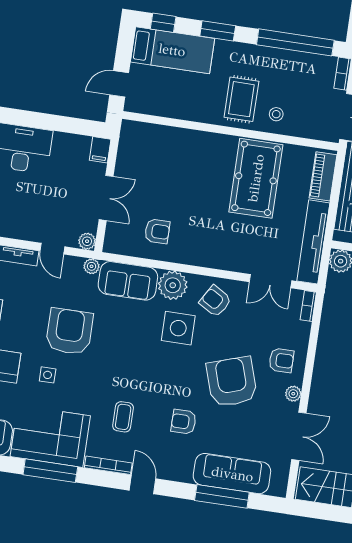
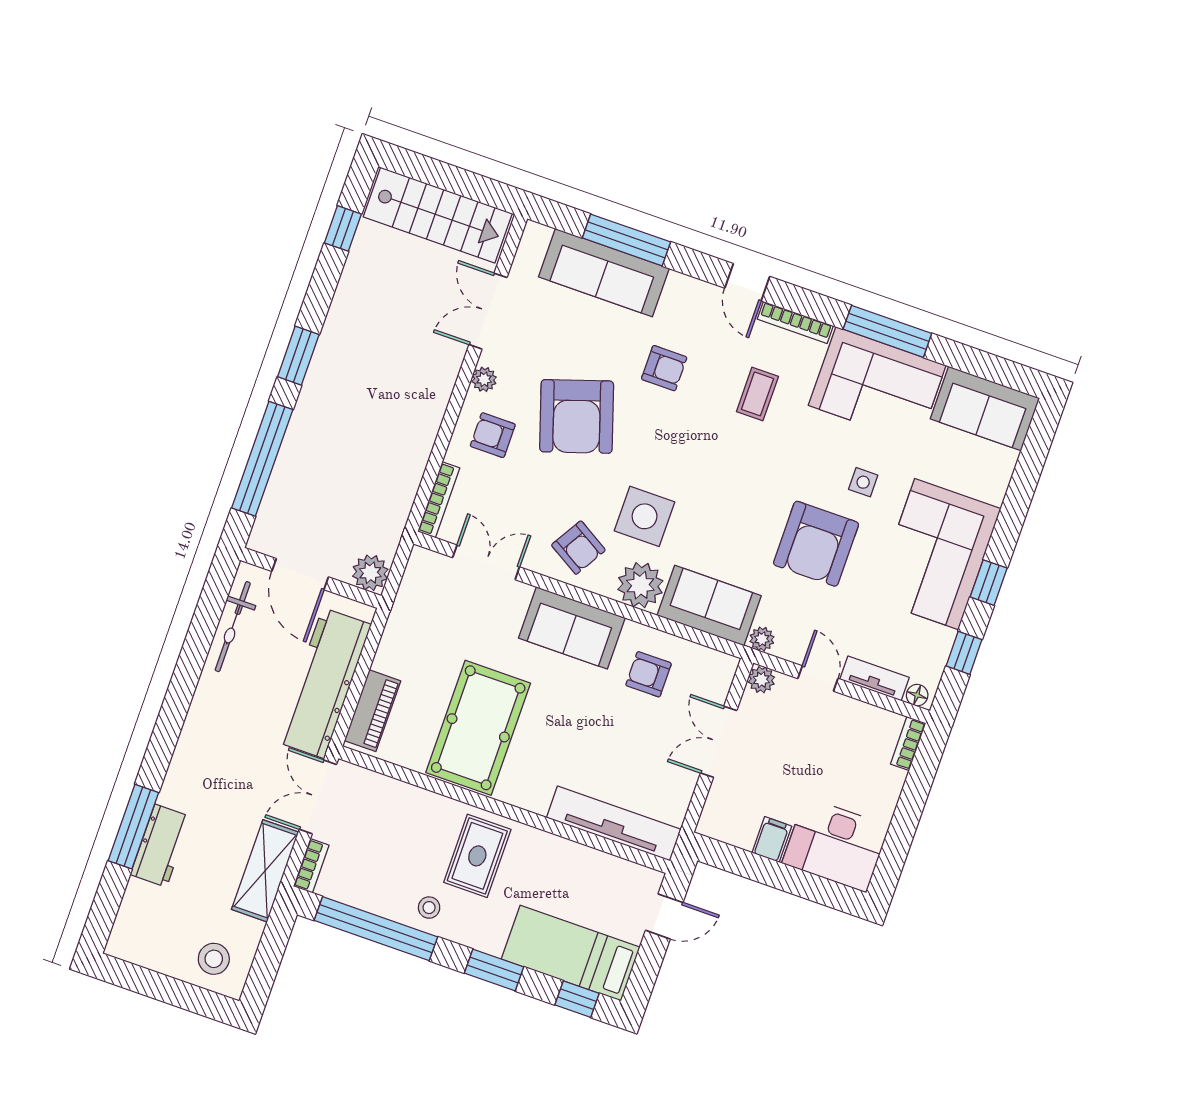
stool: (276, 114) -> (429, 908), moved
filing cabinet: (100, 150) -> (772, 839), moved
tv unit: (313, 242) -> (614, 823), moved, turned -90
sofa: (210, 251) -> (572, 628), added
bookcase: (308, 306) -> (439, 500), width x1.56

